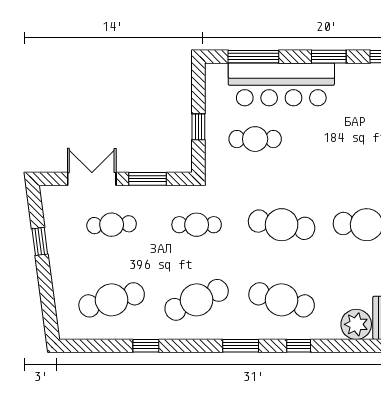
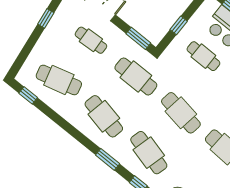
window: (147, 179) -> (138, 38), moved
cafe table: (197, 225) -> (136, 76), width x1.37, depth x1.35
cafe table: (197, 300) -> (104, 116), turned 36
window: (146, 346) -> (28, 95), moved

